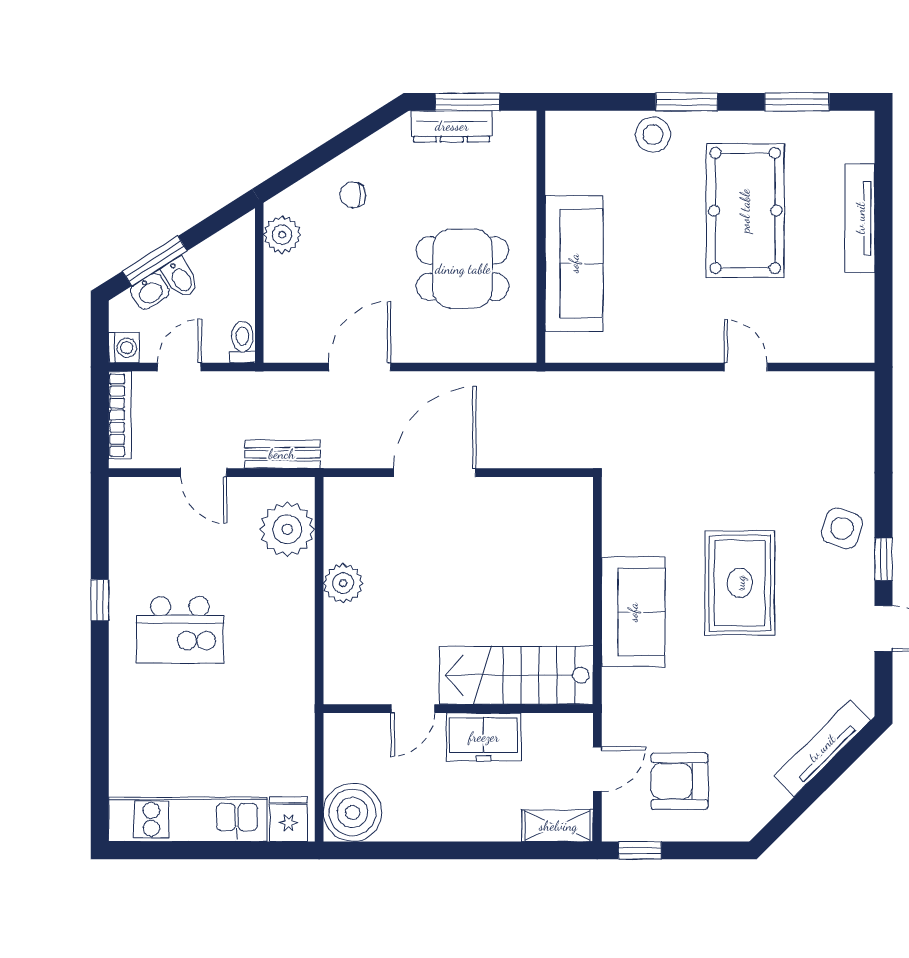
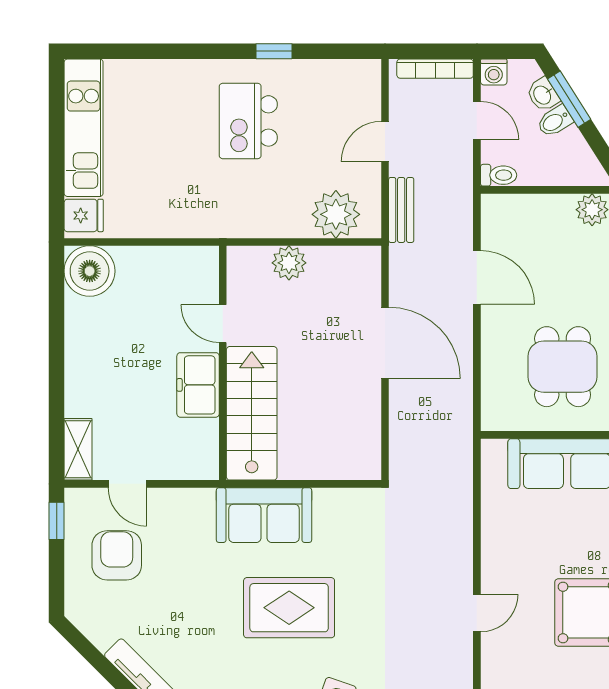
stairs: (516, 675) -> (252, 413), moved
door: (413, 709) -> (223, 324), moved
wall: (458, 709) -> (223, 363), moved
freezer: (484, 737) -> (198, 385), moved

